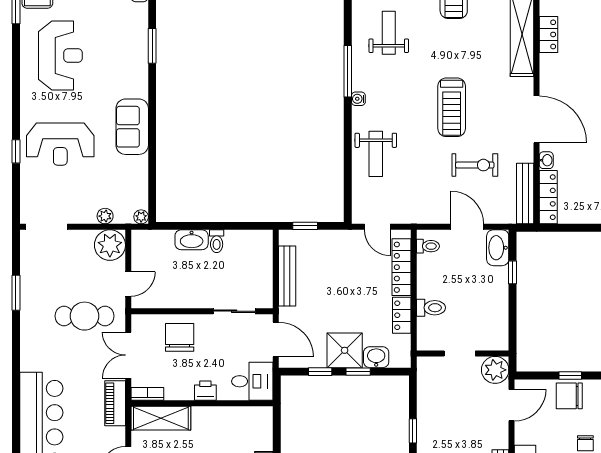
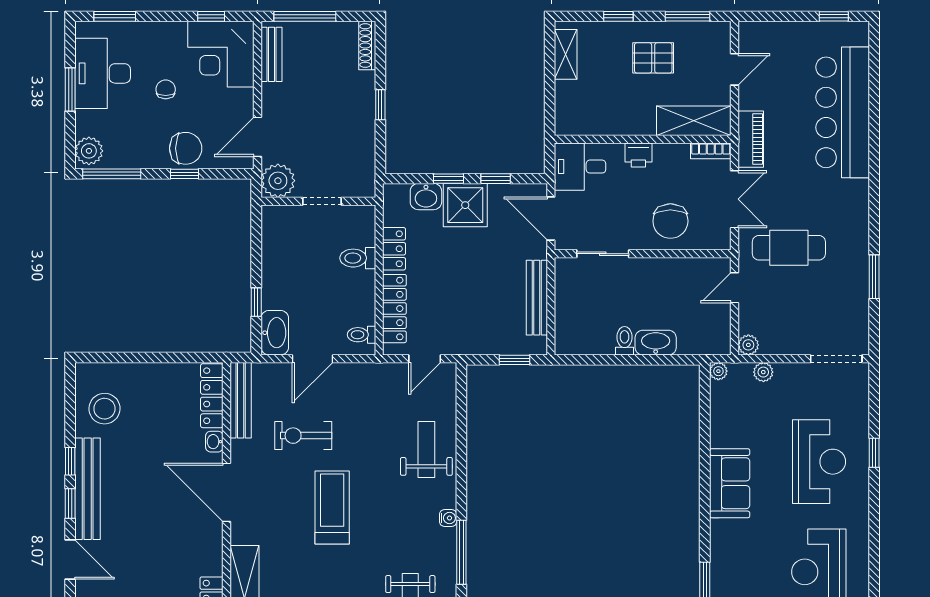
reception desk: (60, 144) -> (819, 462), turned 90
door: (377, 227) -> (425, 359), swing flipped
door: (467, 227) -> (313, 359), hinge flipped
plant: (110, 245) -> (748, 345), width x0.53, depth x0.53

